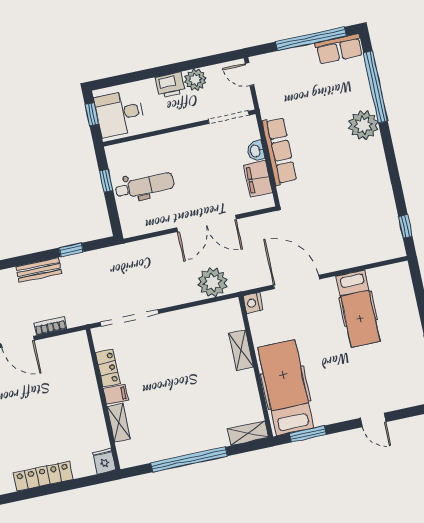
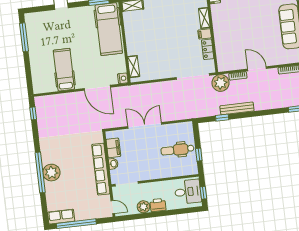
window: (375, 87) -> (40, 172), moved
row of seats: (279, 151) -> (101, 169), width x1.36
bench: (39, 270) -> (237, 108), width x1.36
plant: (212, 282) -> (221, 83), moved
shelving: (241, 350) -> (134, 67), moved

